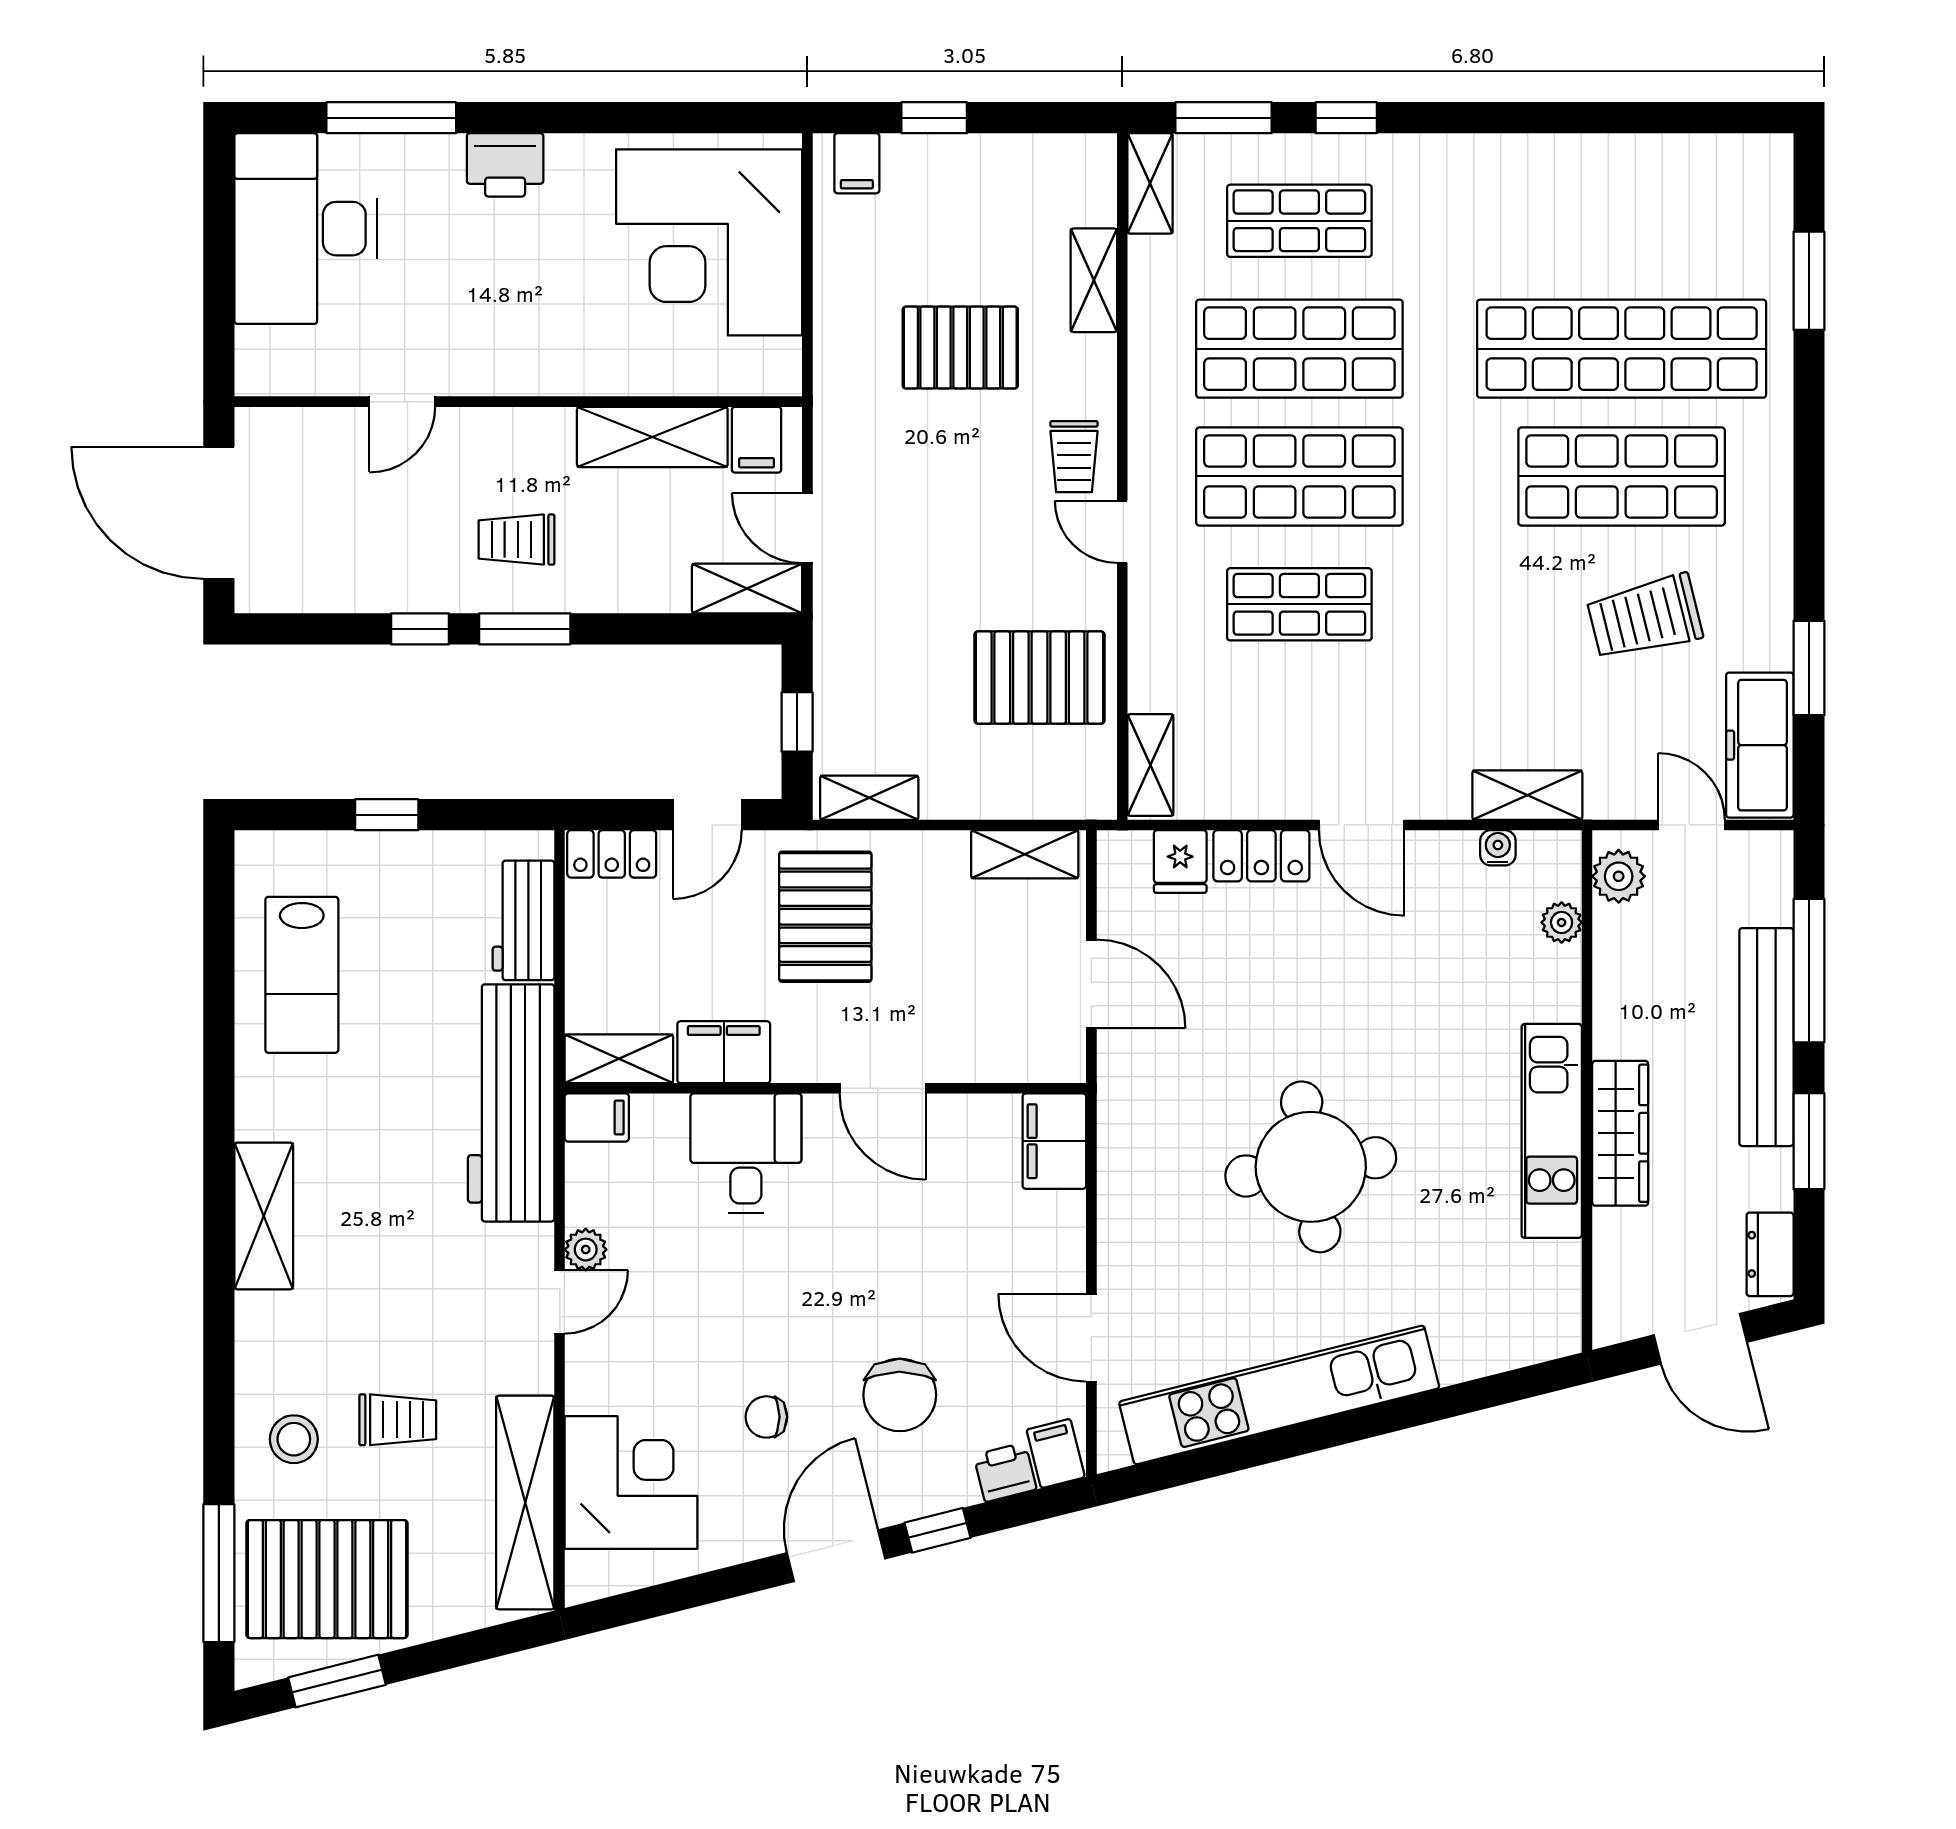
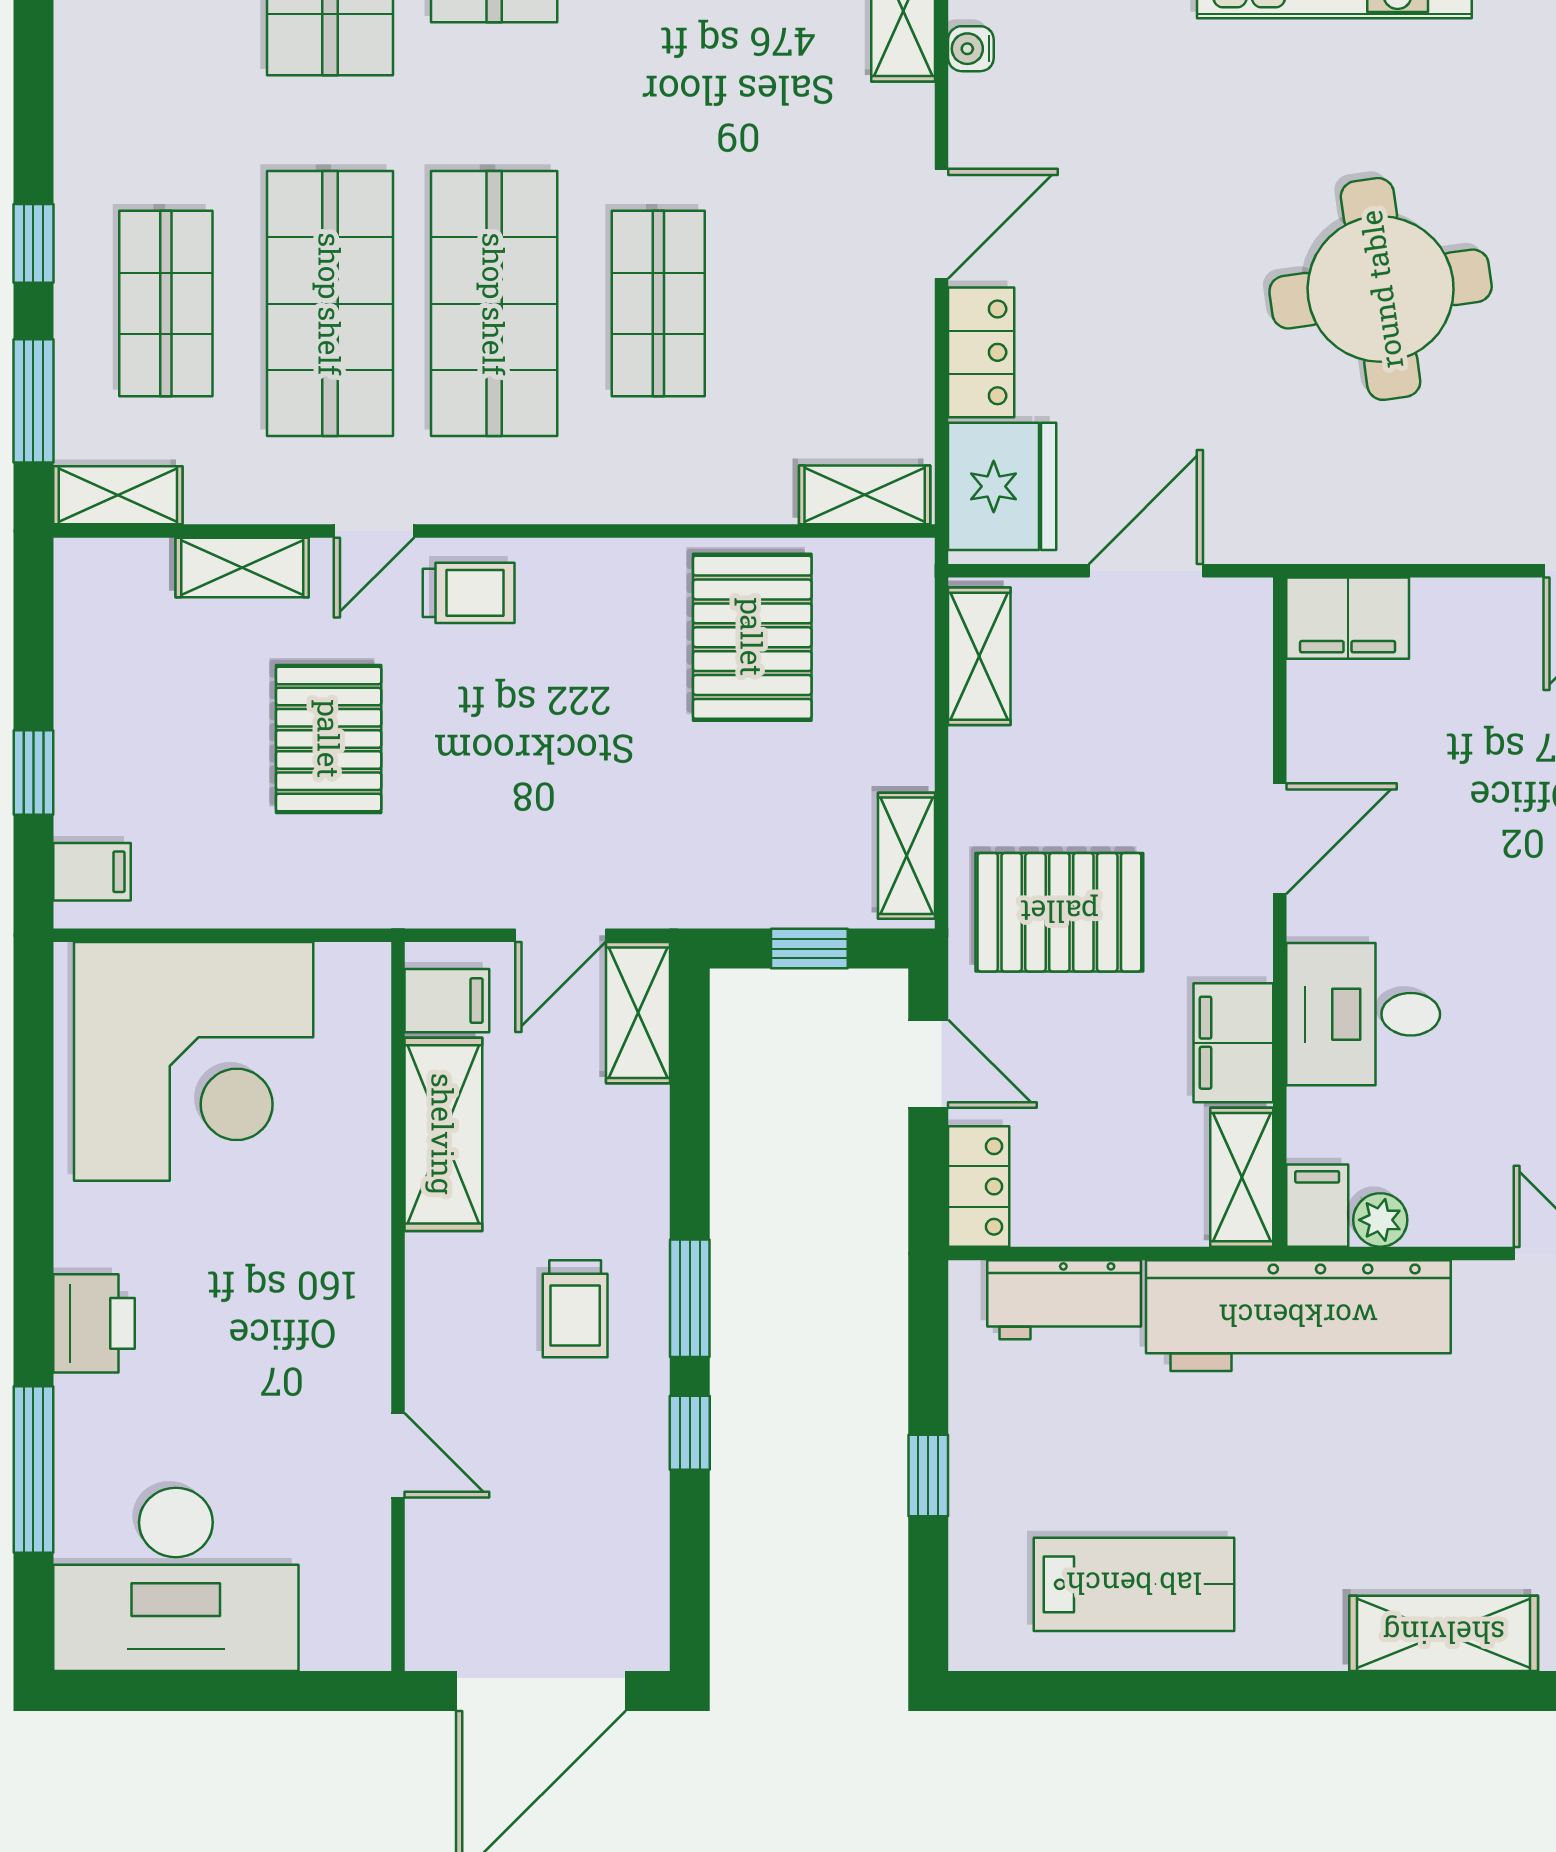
door: (1122, 532) -> (374, 531), moved
fridge: (1180, 862) -> (1002, 486), width x1.88, depth x1.34
plant: (586, 1250) -> (1380, 1220), moved

